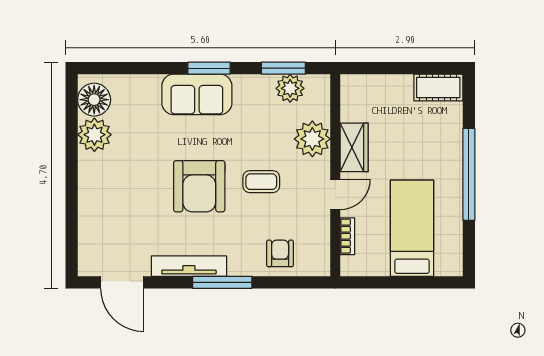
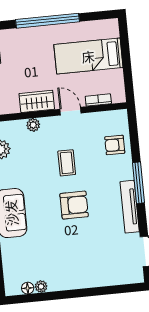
floor lamp: (94, 100) -> (28, 288), width x0.53, depth x0.53
plant: (94, 135) -> (41, 287), width x0.53, depth x0.53
plant: (312, 139) -> (33, 125), width x0.53, depth x0.53
armchair: (199, 186) -> (74, 205), width x0.73, depth x0.73

